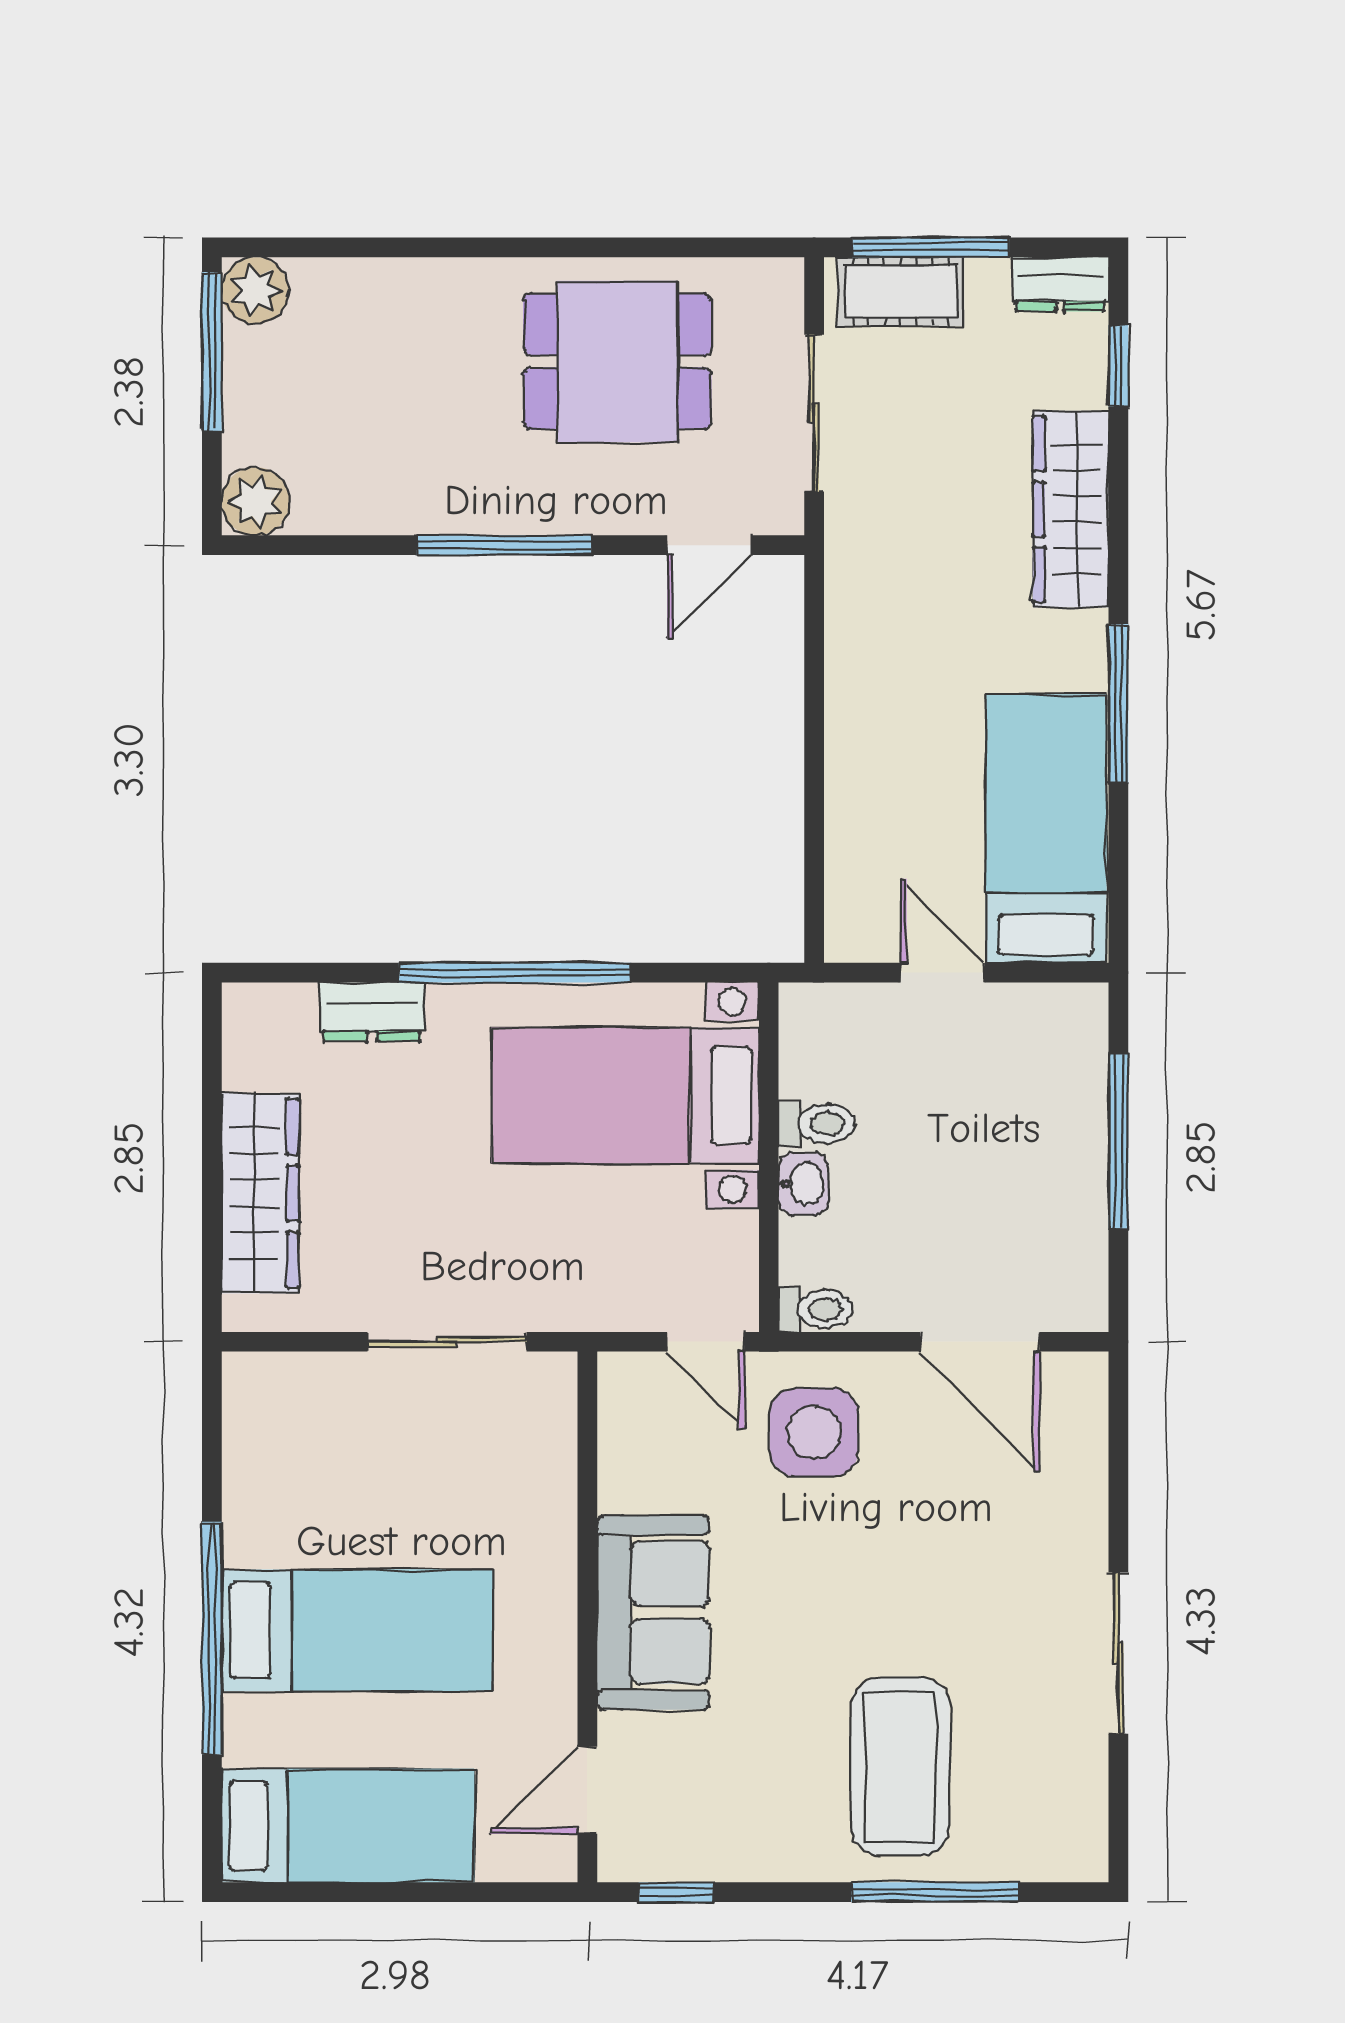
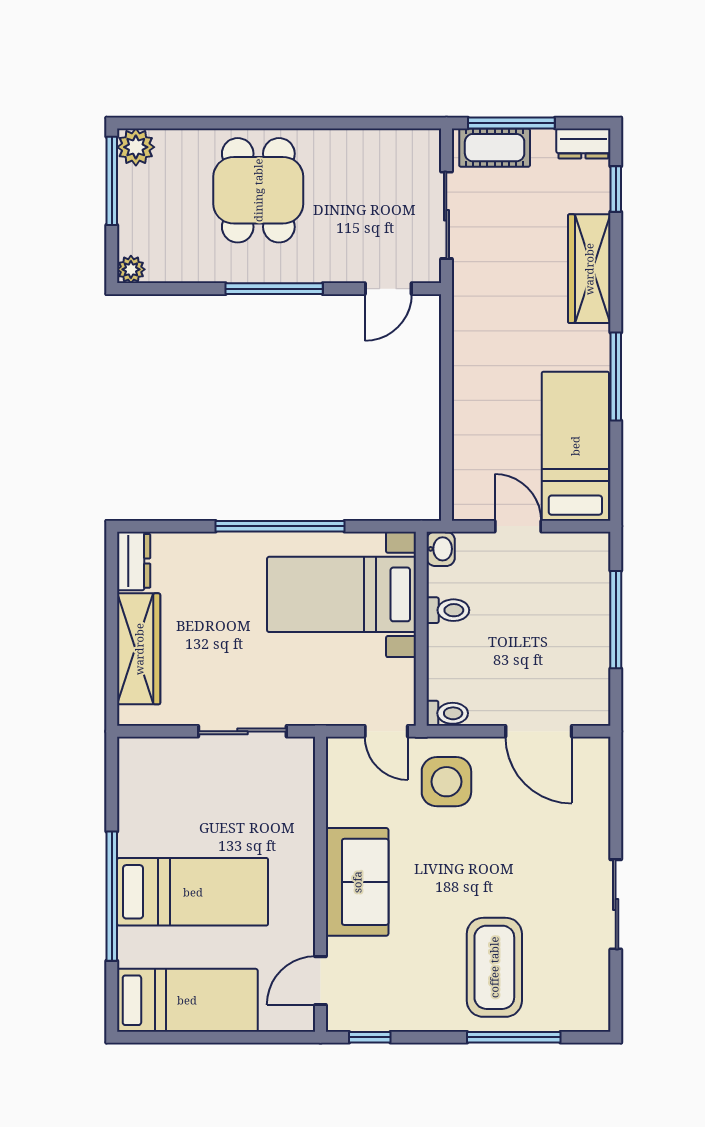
dining table: (617, 362) -> (258, 190), moved, turned 90
plant: (256, 501) -> (131, 269), width x0.73, depth x0.73
dresser: (372, 1012) -> (134, 561), moved, turned -90
washbasin: (804, 1183) -> (441, 549), moved

